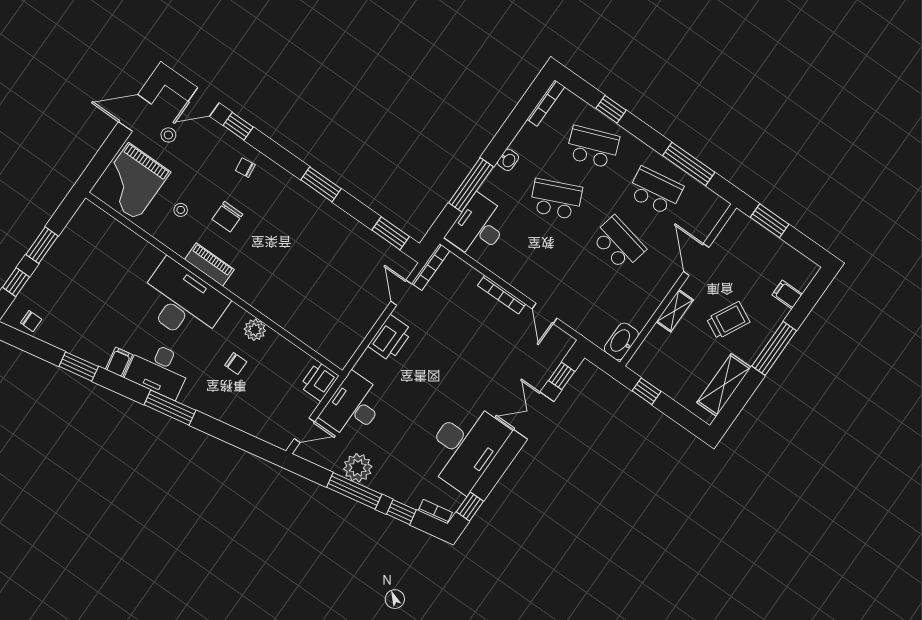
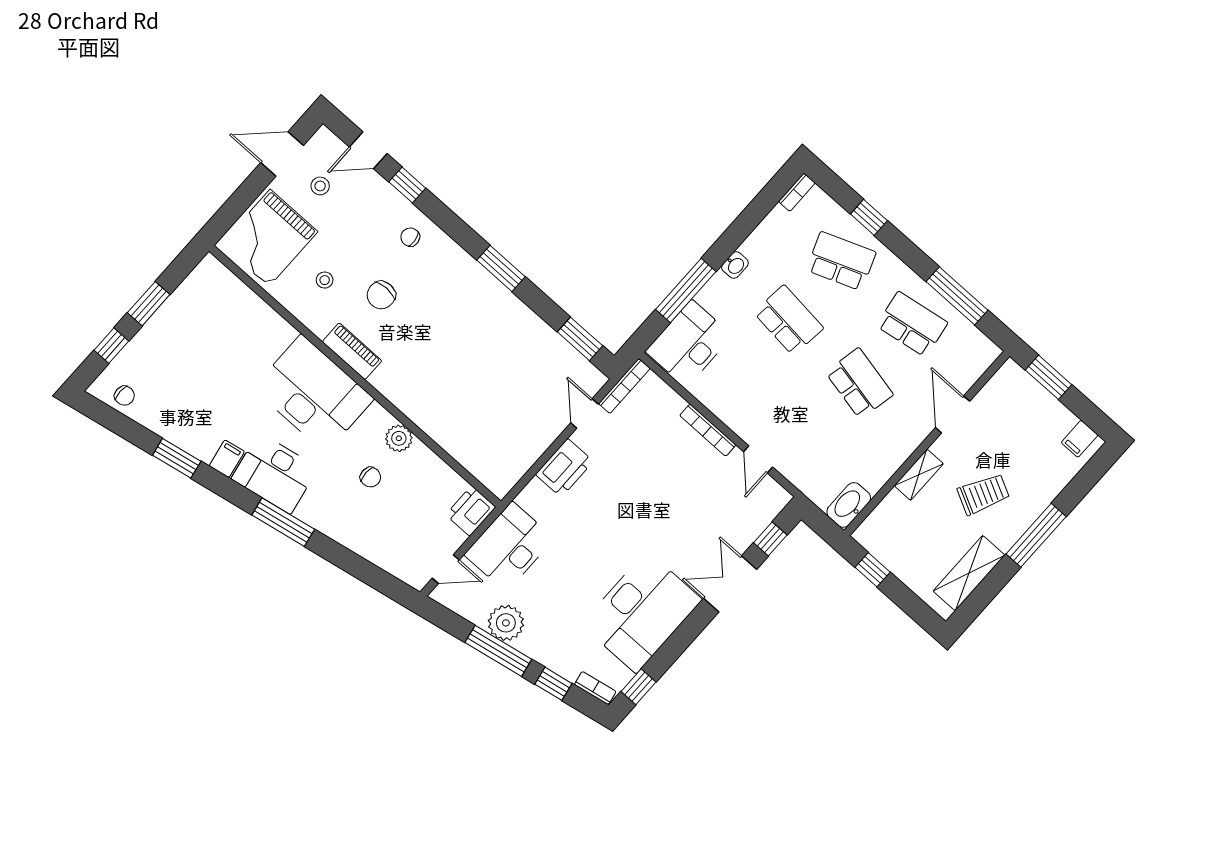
bookcase: (546, 103) -> (797, 192), width x0.64
school desk: (556, 199) -> (789, 320), turned 30
filing cabinet: (787, 295) -> (1080, 439), moved, turned -90

